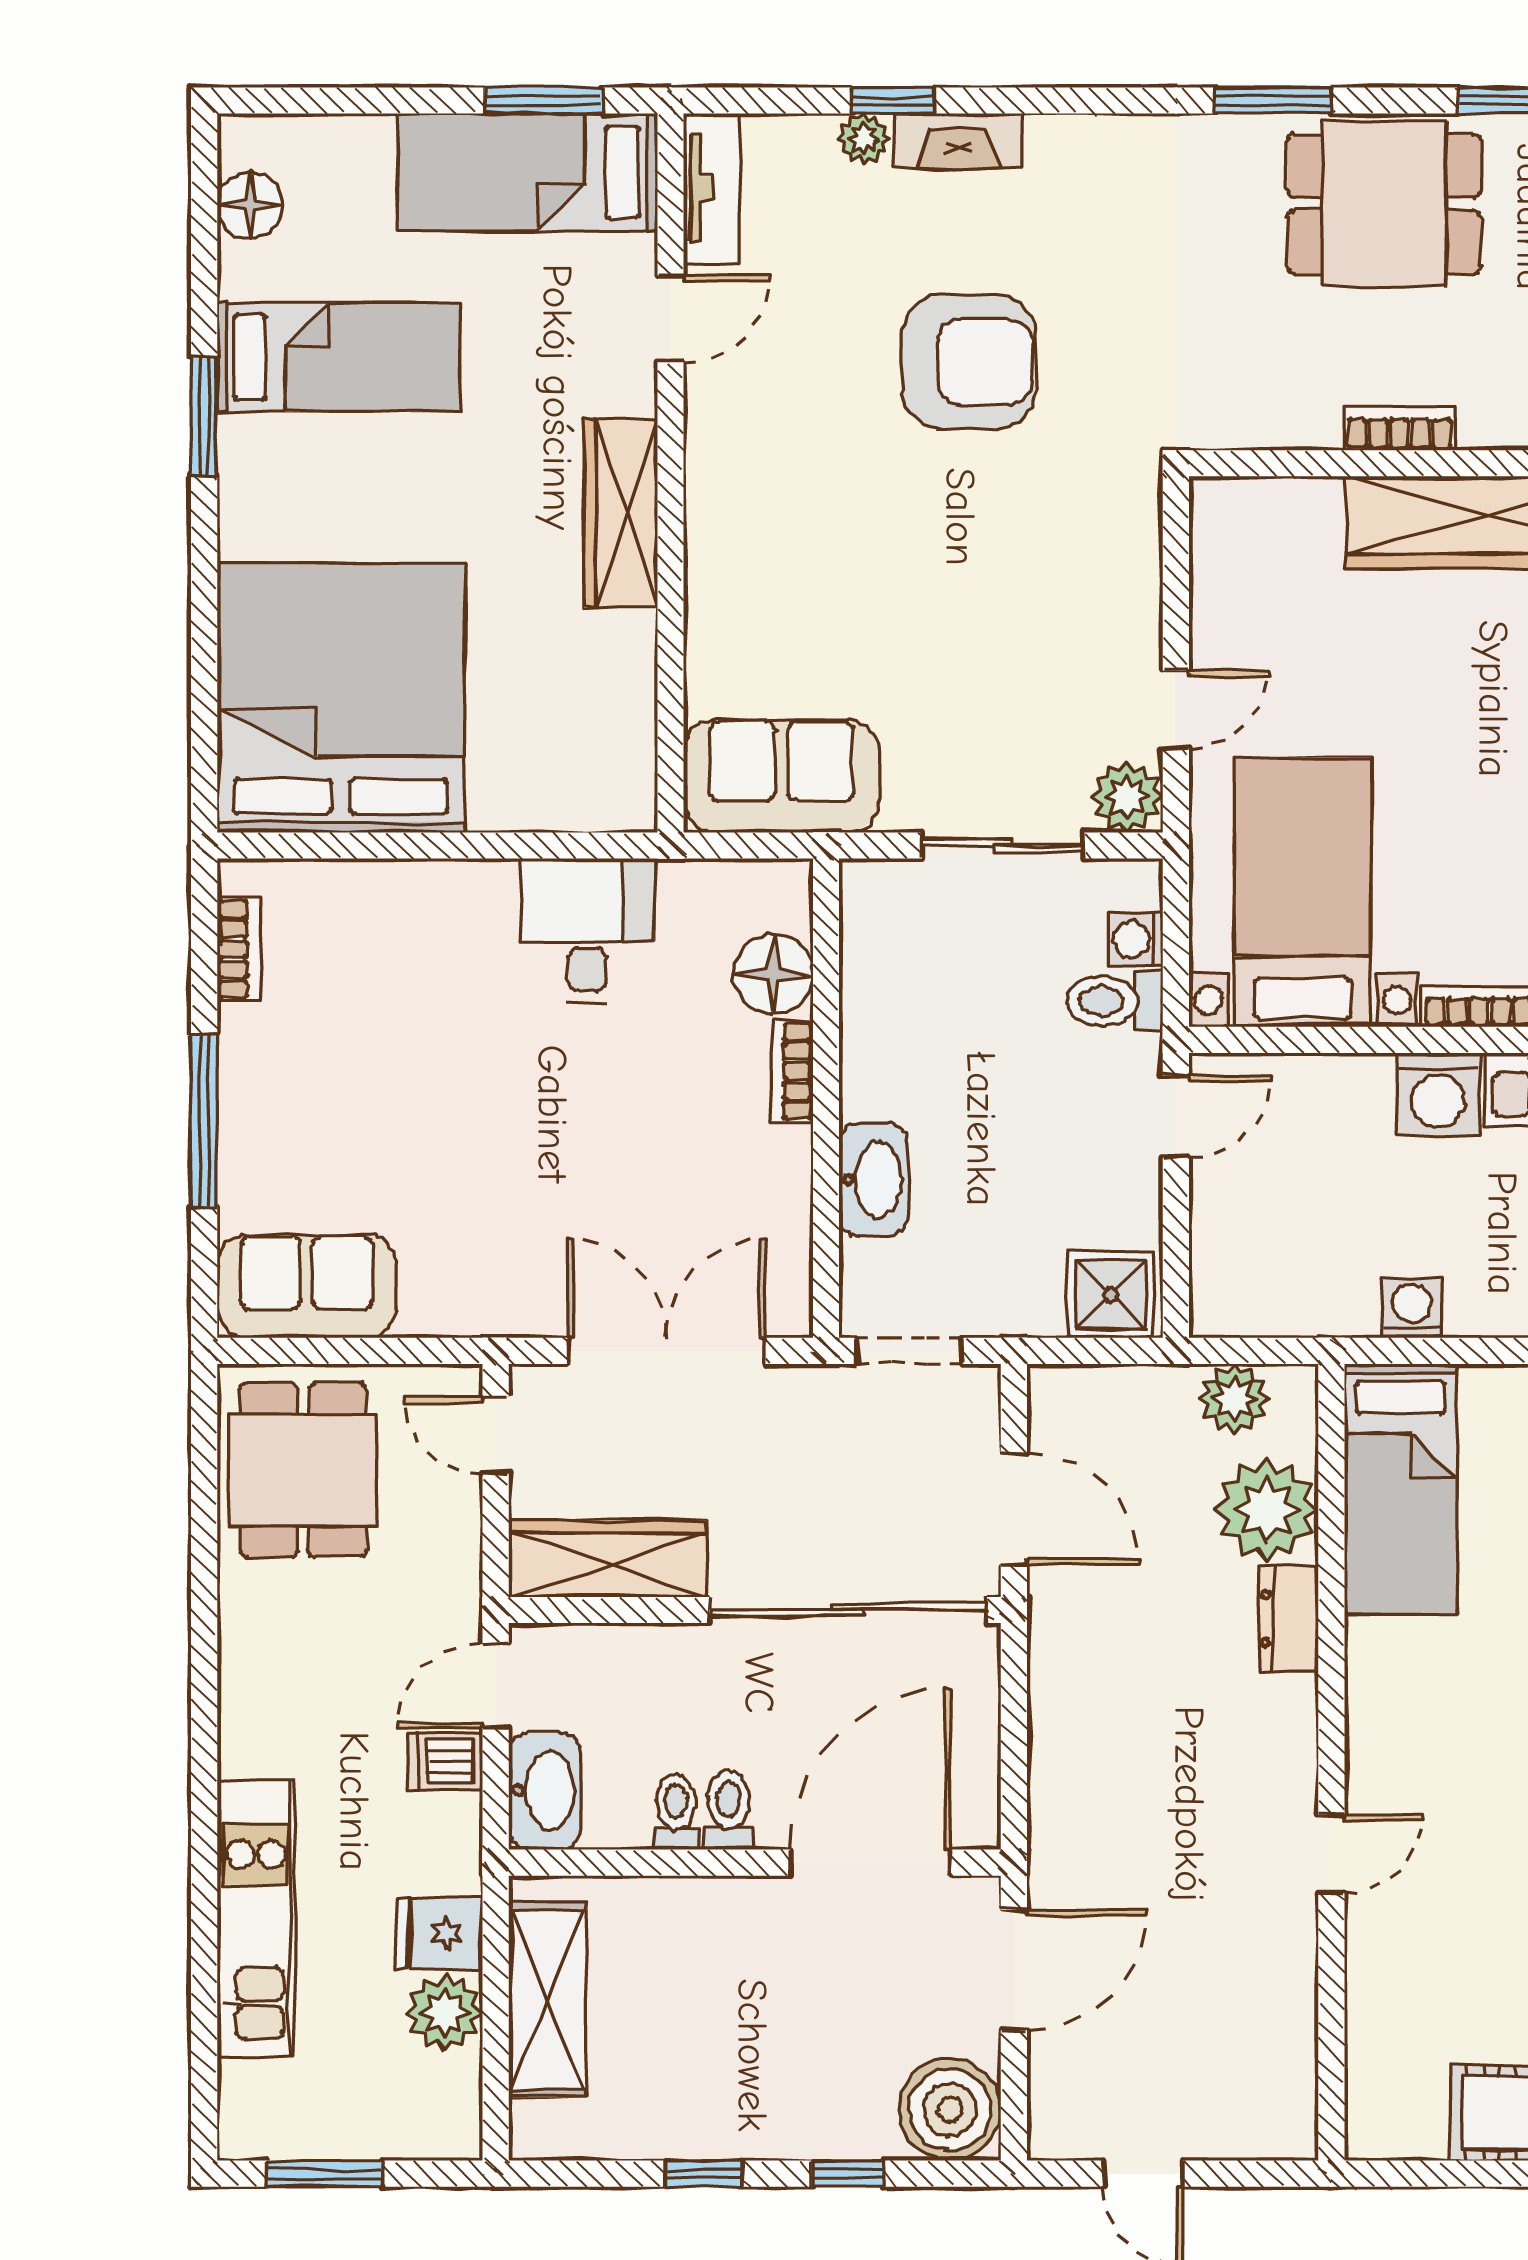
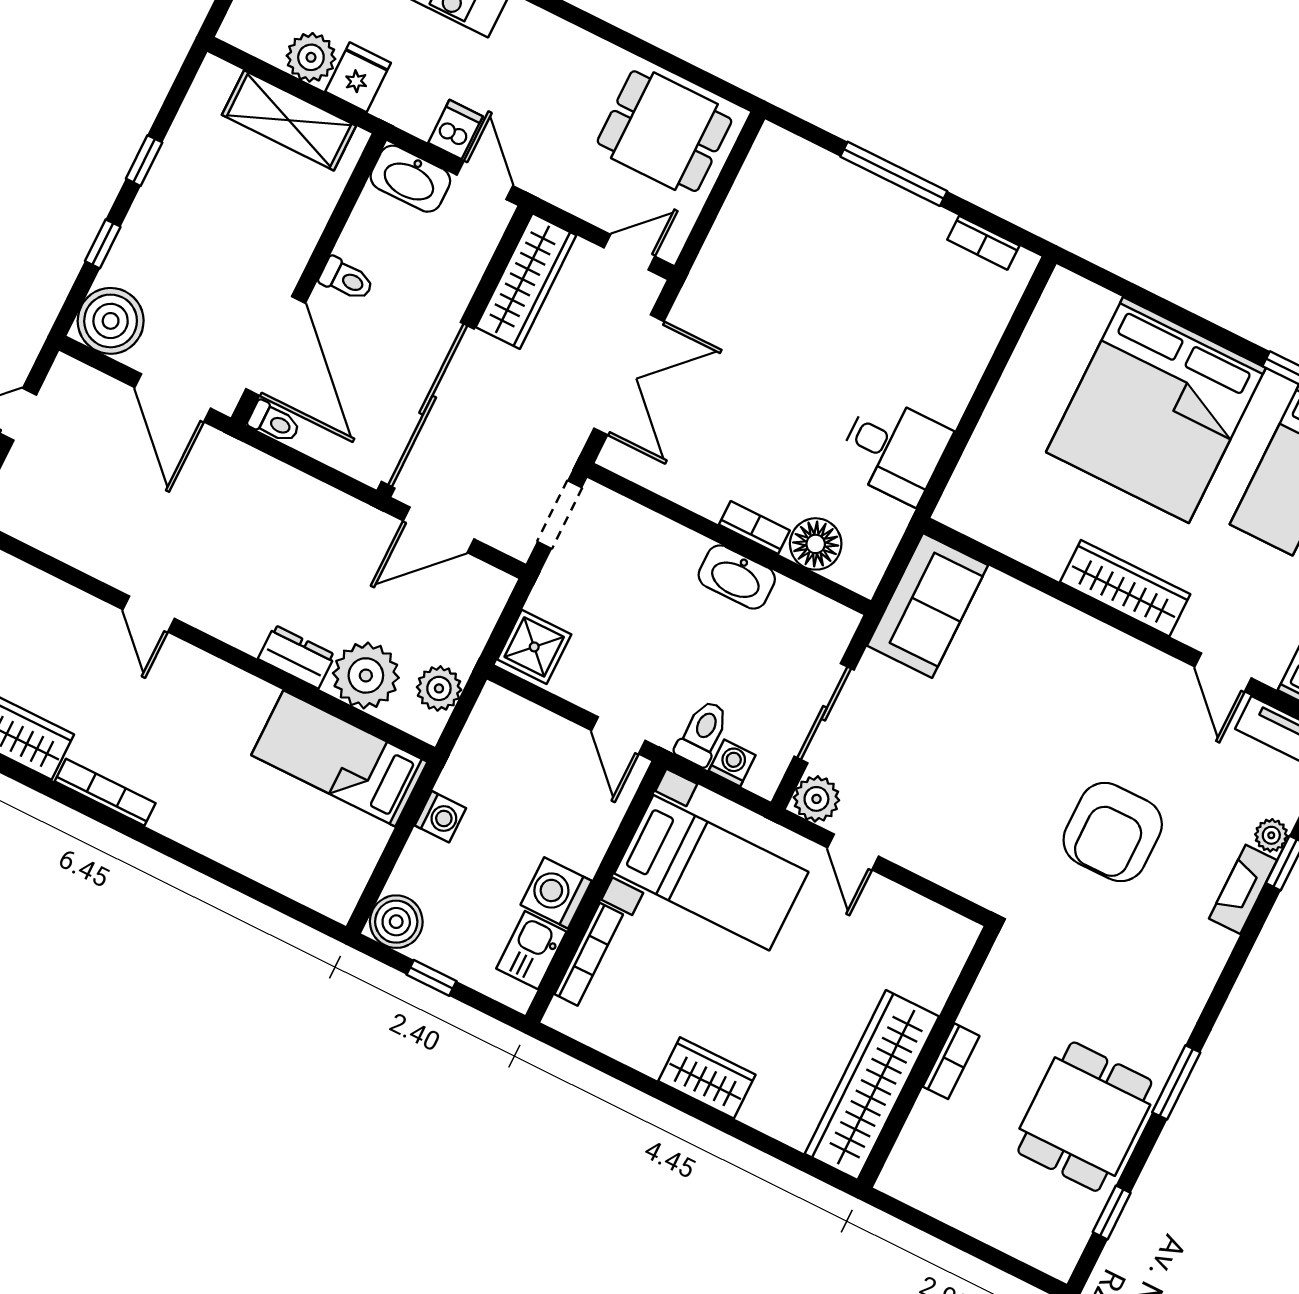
bed: (341, 698) -> (1156, 410), moved, turned 90
washbasin: (874, 1180) -> (737, 577), moved
sofa: (306, 1286) -> (769, 186), removed
toilet: (676, 1812) -> (274, 422), moved

